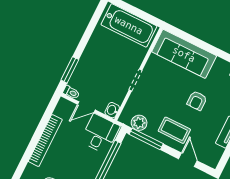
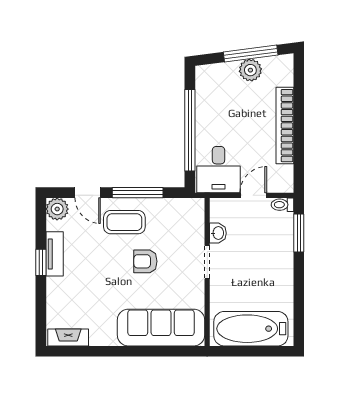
armchair: (197, 101) -> (145, 261), moved, turned -90
washbasin: (112, 110) -> (218, 233), moved
plant: (139, 123) -> (57, 209), moved
window: (146, 139) -> (138, 193), moved

